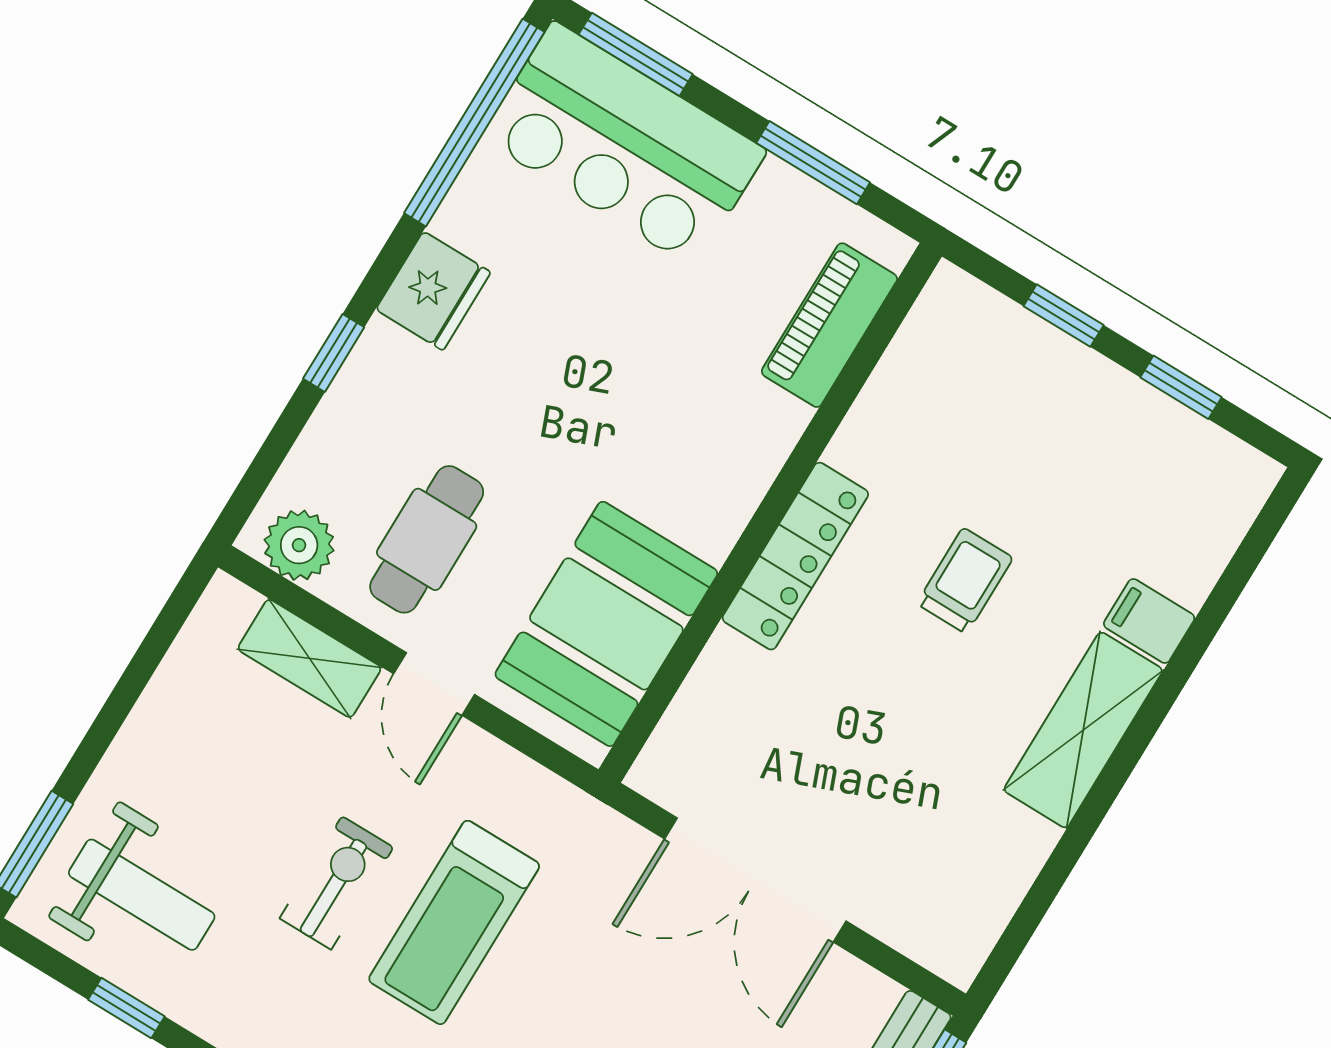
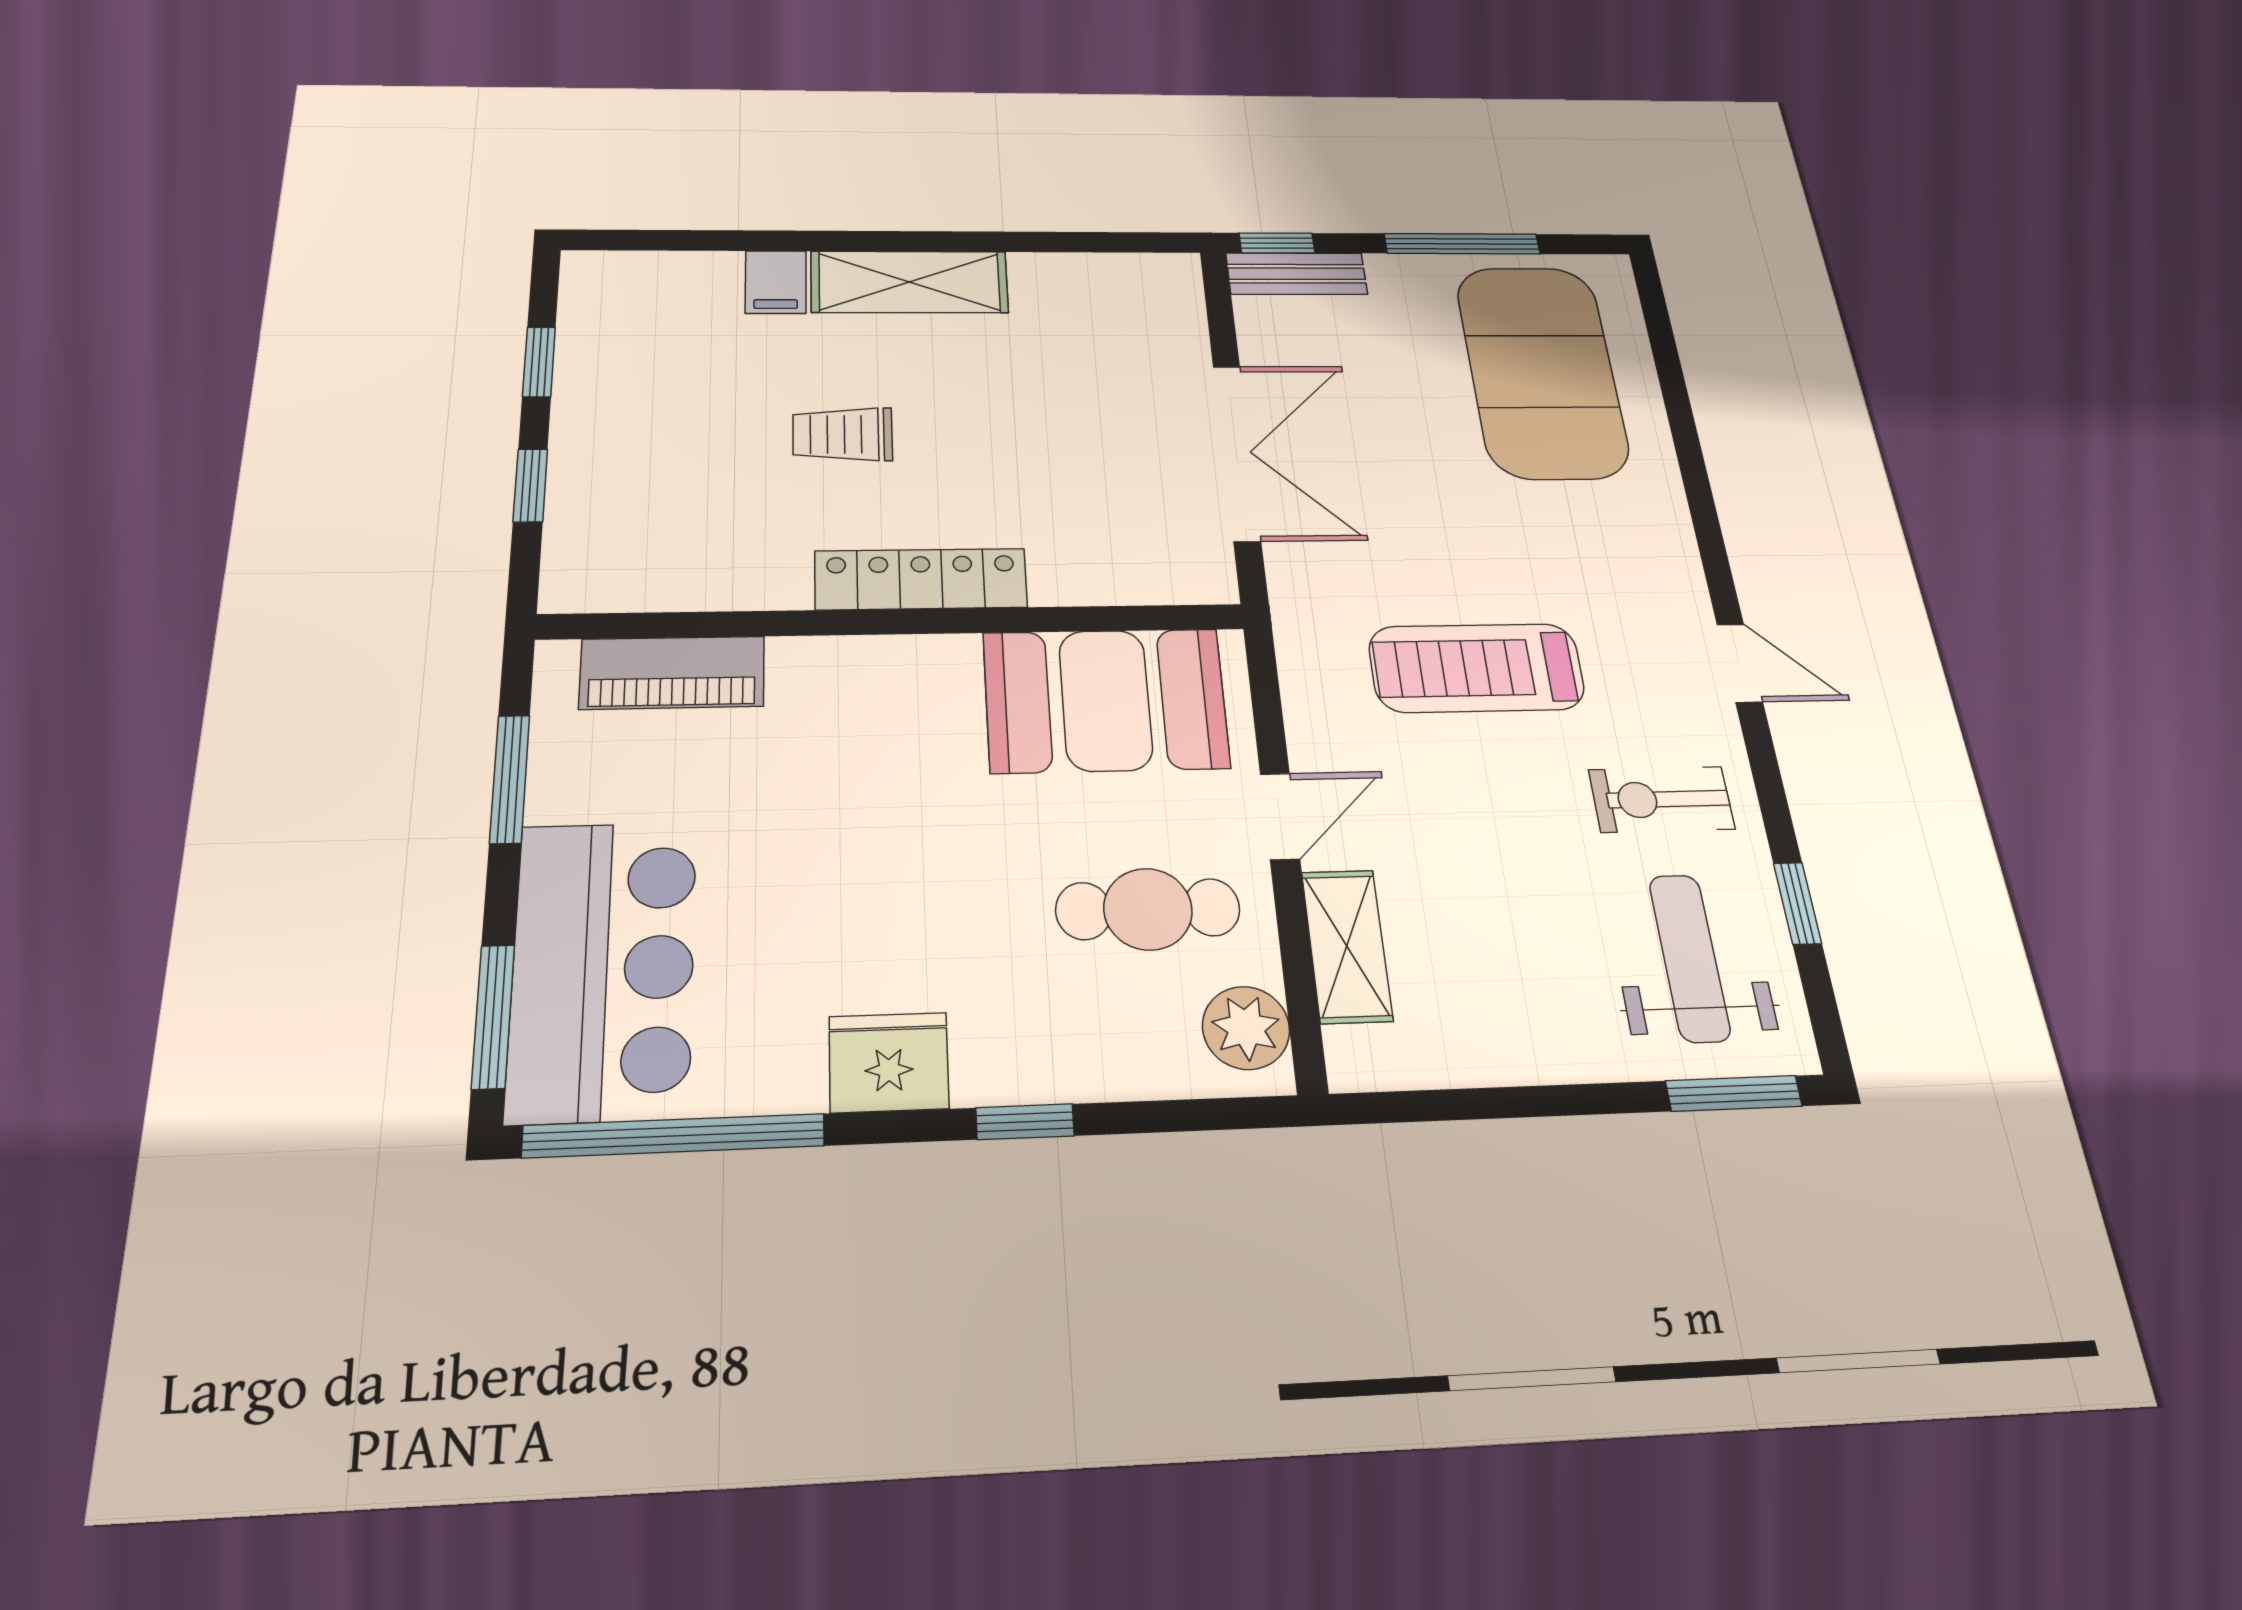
exercise bike: (337, 883) -> (1662, 799), moved
treadmill: (454, 922) -> (1476, 668), turned 180

